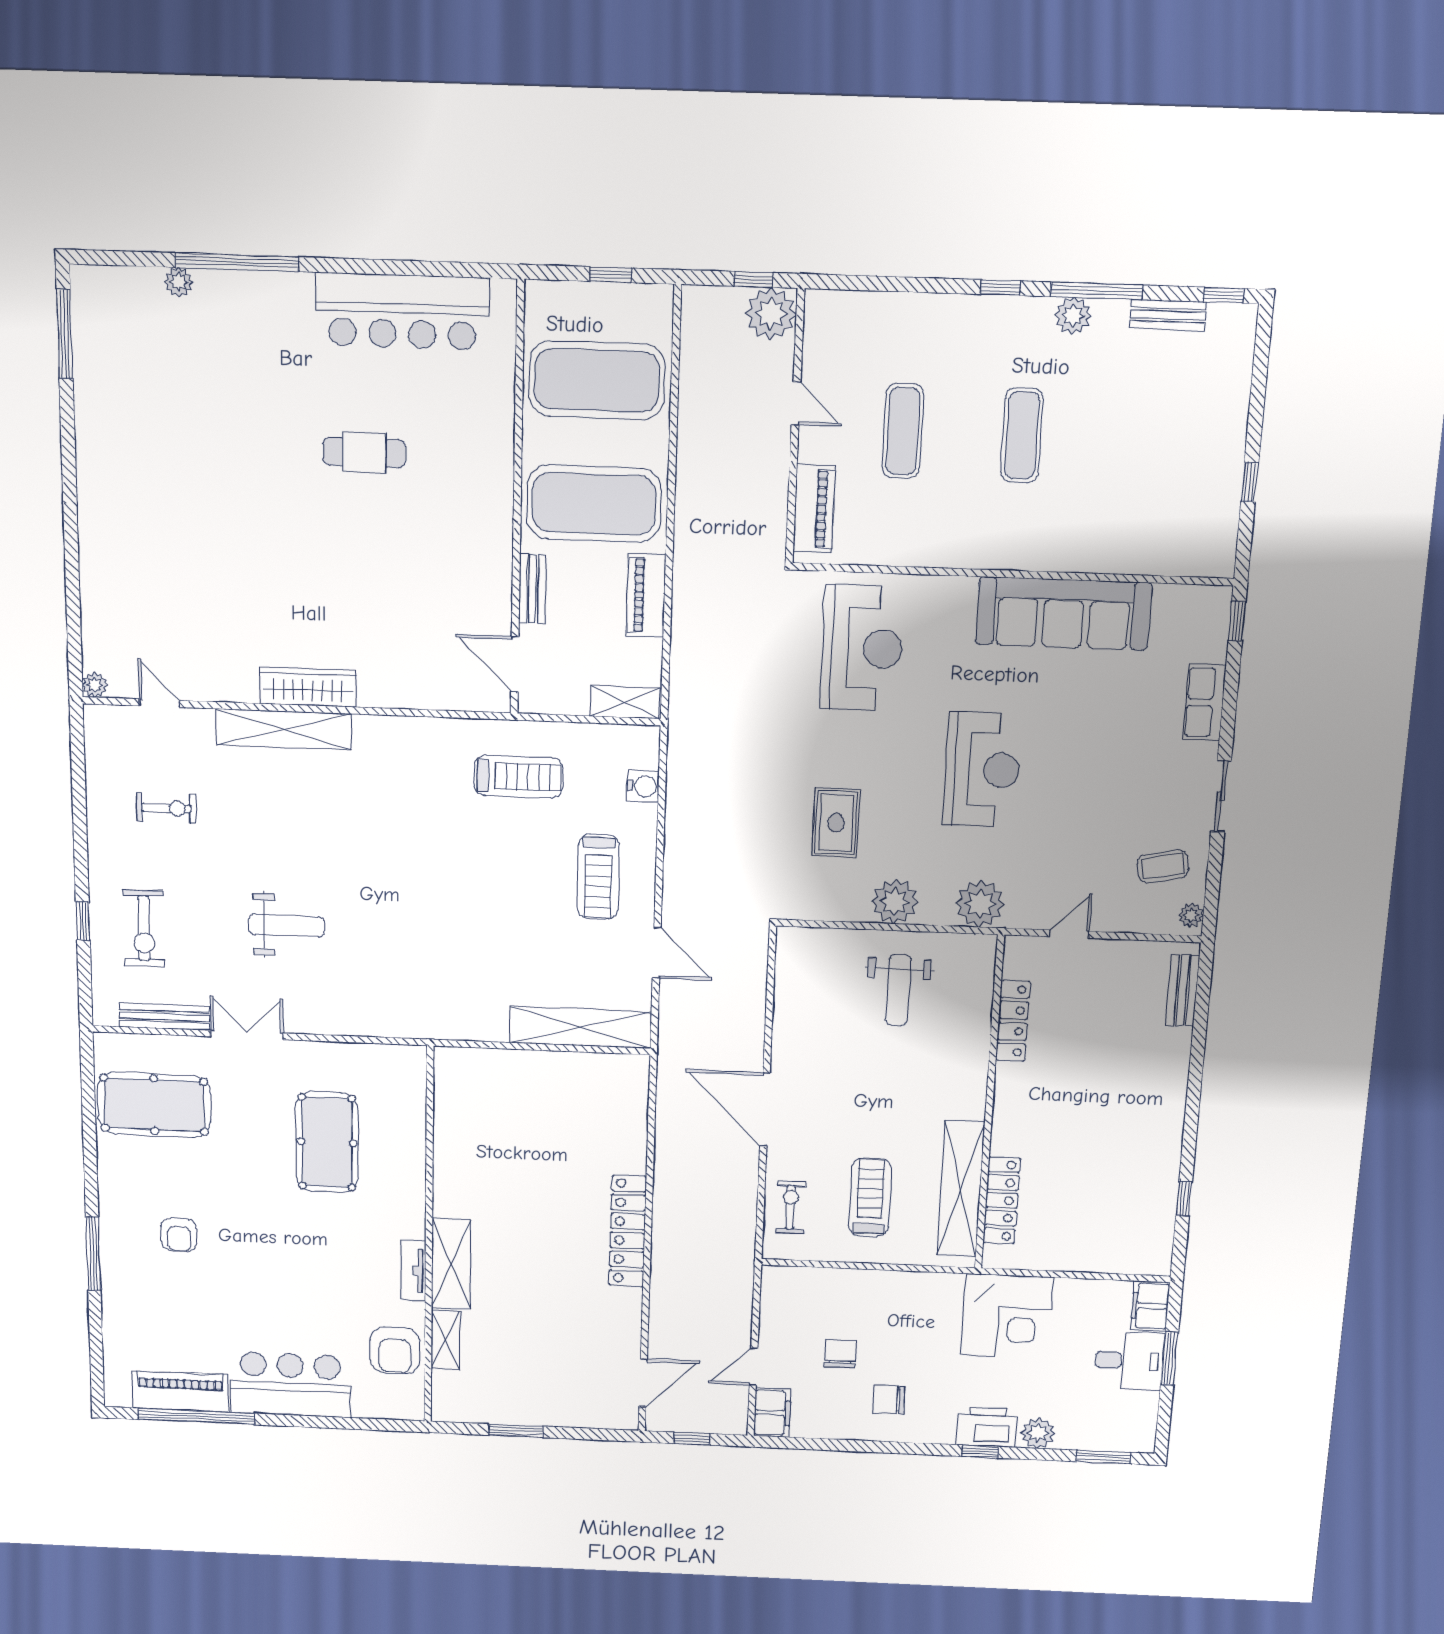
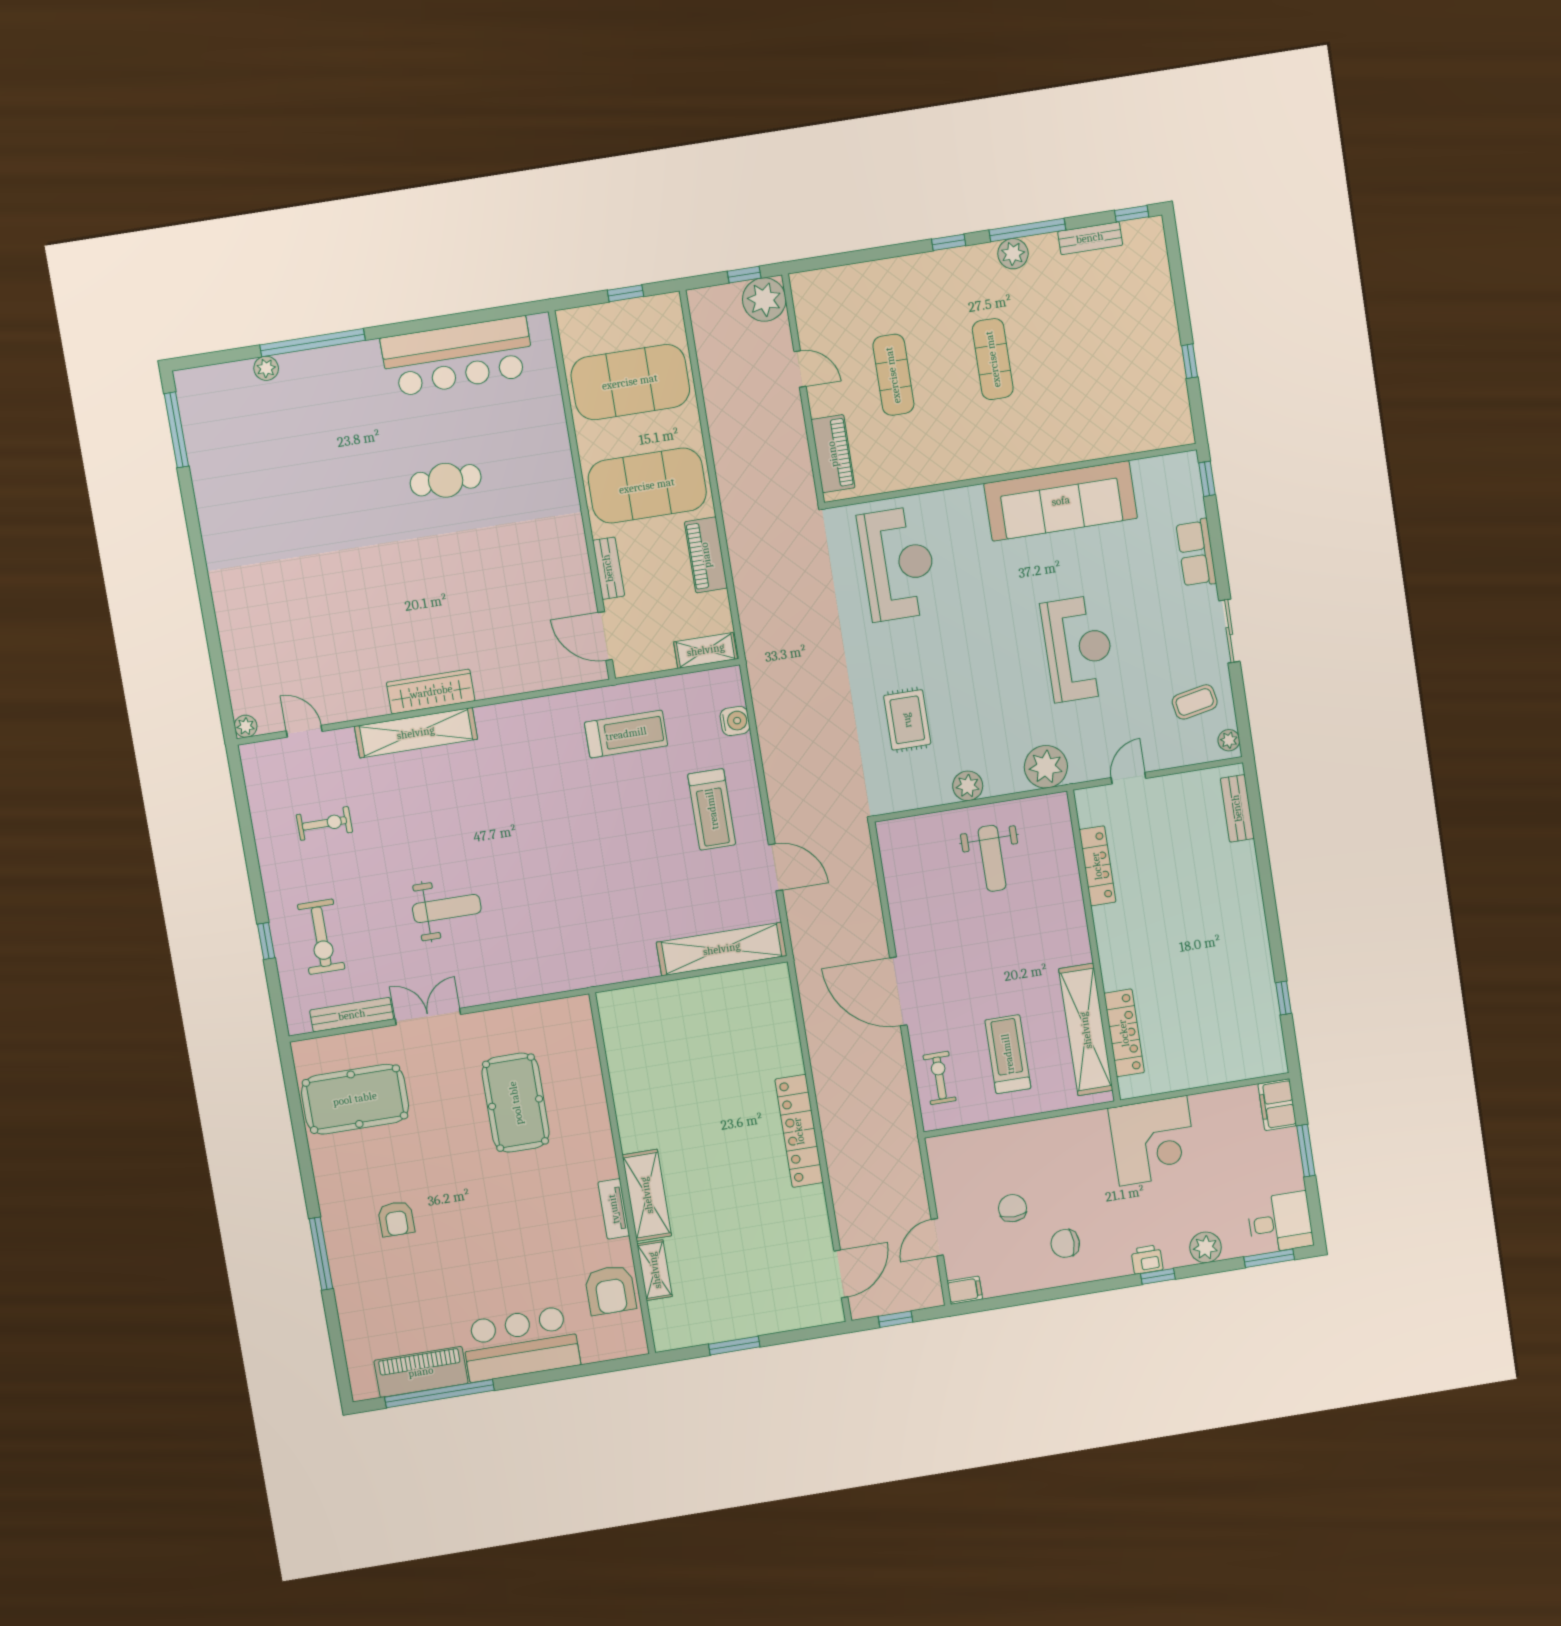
reception desk: (982, 770) -> (1078, 648), moved
plant: (895, 902) -> (968, 786), width x0.73, depth x0.73
desk: (1129, 1361) -> (1280, 1223), moved
filing cabinet: (772, 1413) -> (965, 1290), width x0.50
printer: (987, 1427) -> (1147, 1259), width x0.53, depth x0.68

